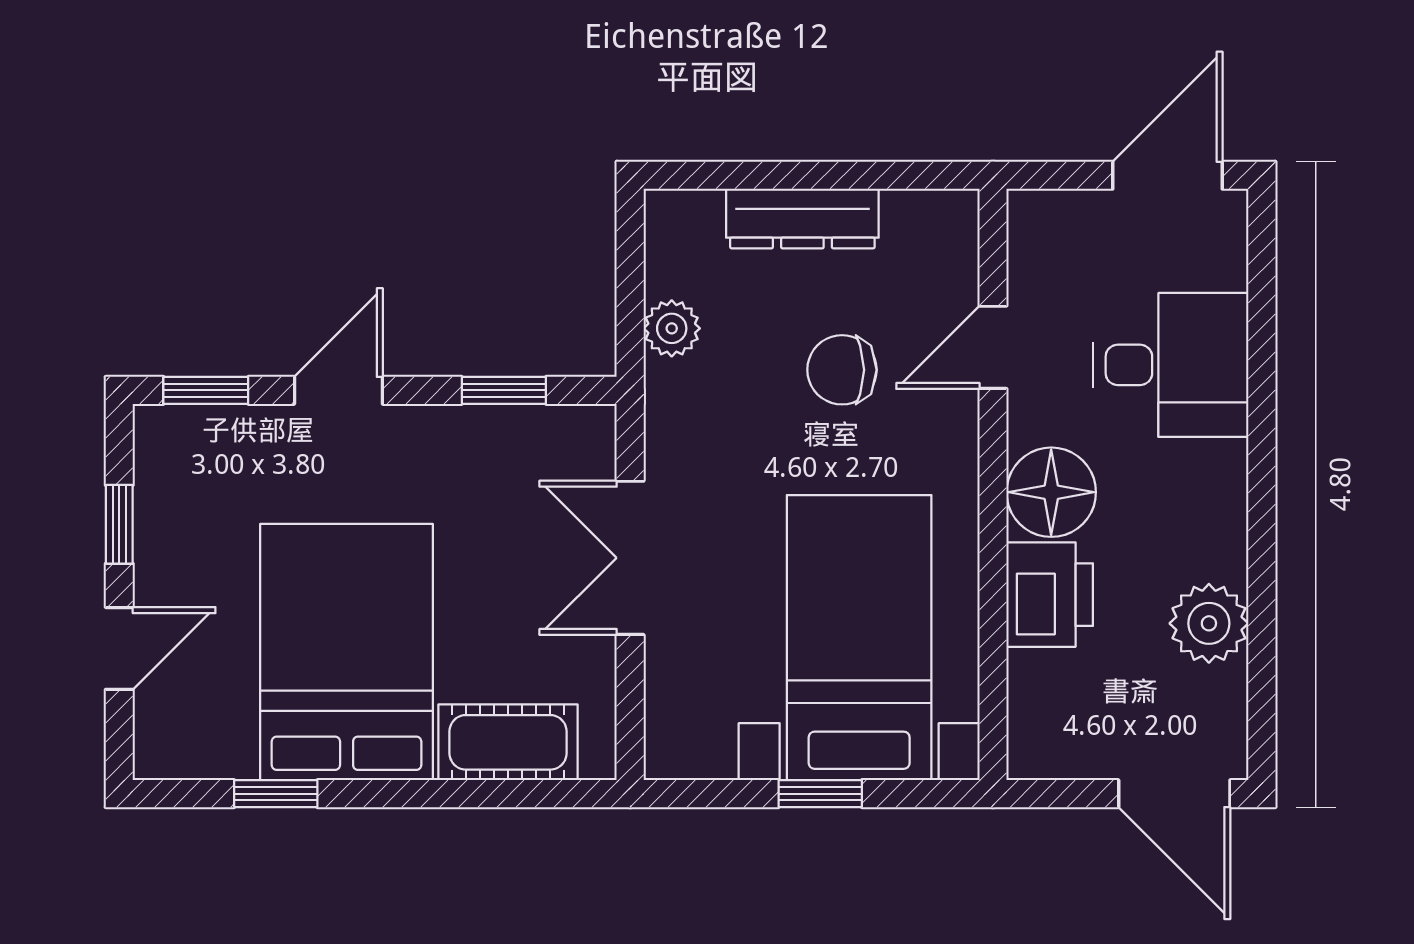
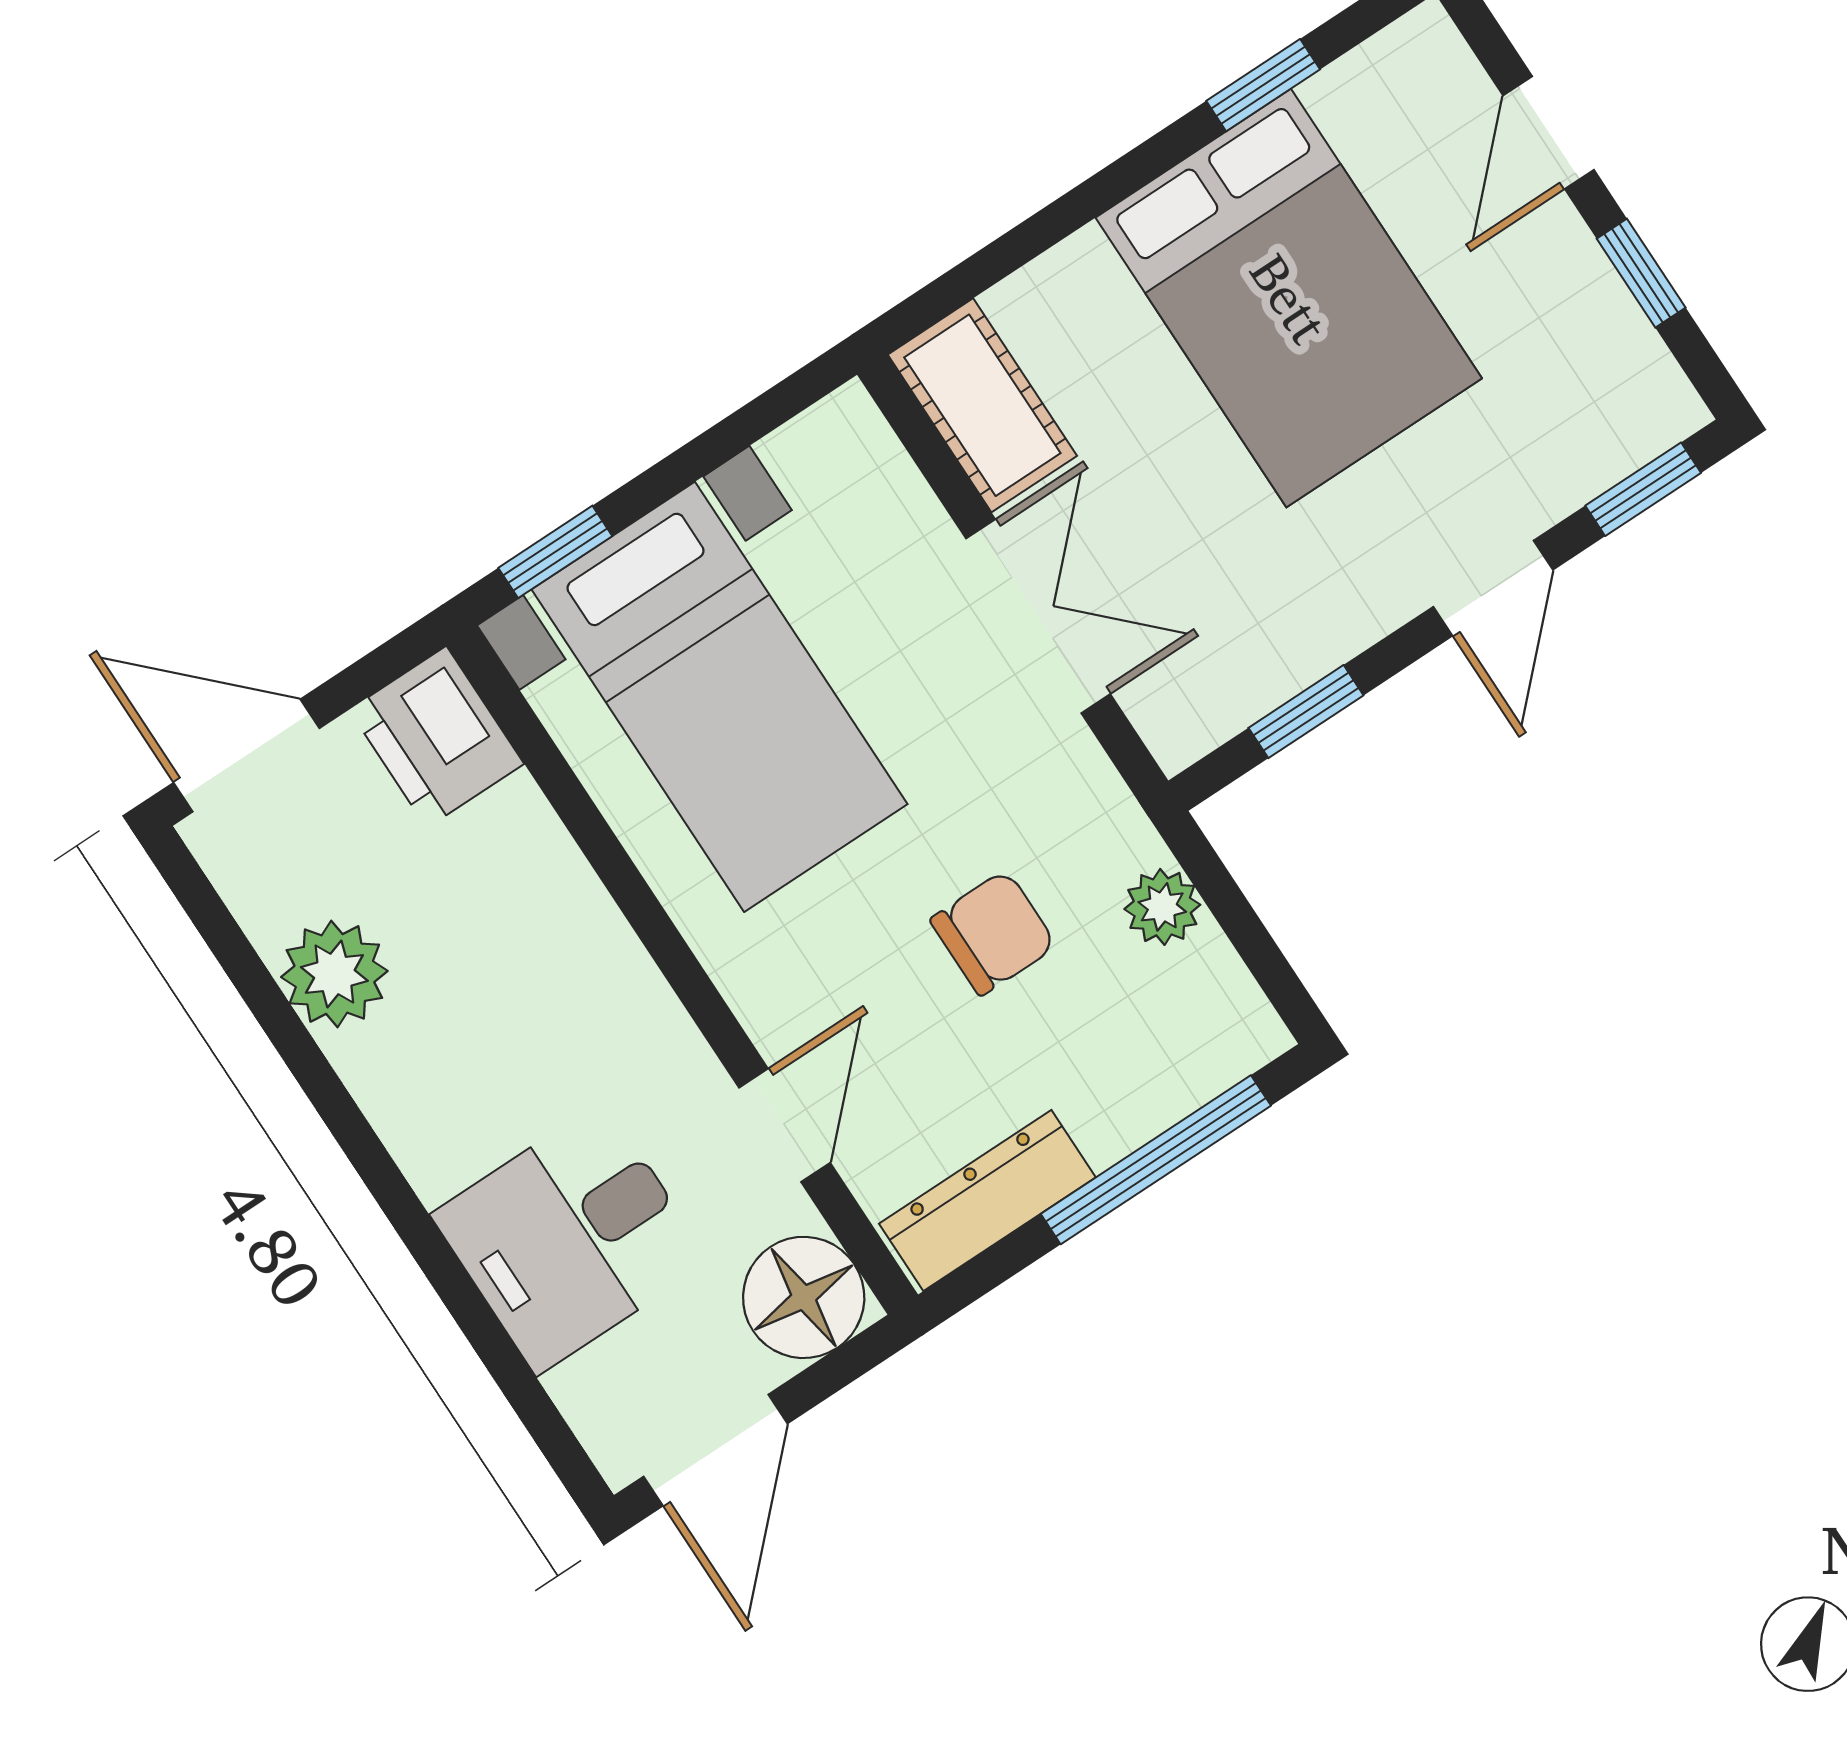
window: (778, 175) -> (1156, 1160), added
dresser: (802, 219) -> (987, 1201), moved
chair: (842, 370) -> (993, 933), moved
floor lamp: (1051, 492) -> (804, 1297), moved
printer: (1050, 595) -> (437, 737), moved
cot: (508, 742) -> (982, 405), moved, turned 90
window: (820, 794) -> (555, 552), moved

